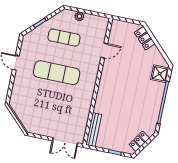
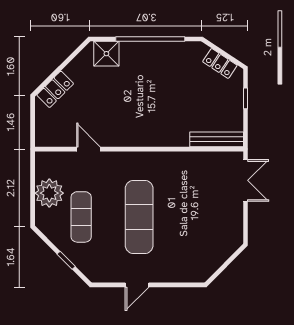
plant: (79, 16) -> (49, 193), width x1.88, depth x1.88

